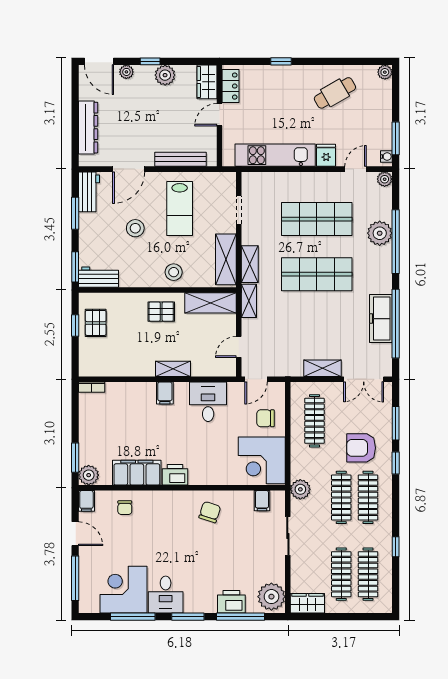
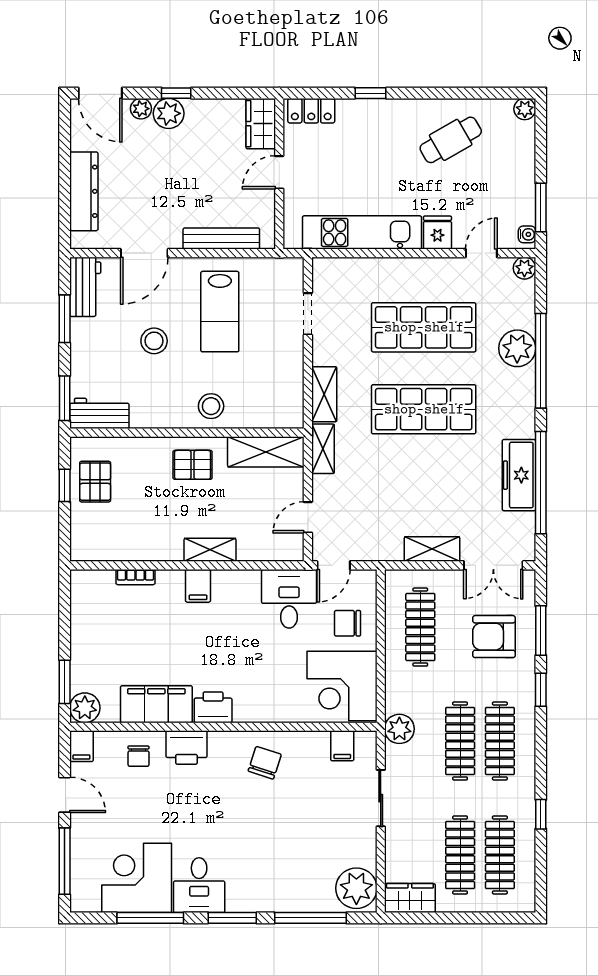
plant: (165, 75) -> (169, 113), moved
locker: (231, 86) -> (311, 111), moved, turned 90
shelving: (226, 259) -> (289, 387), removed
bookcase: (92, 387) -> (136, 577), moved
desk: (208, 402) -> (289, 599), moved
armchair: (361, 448) -> (494, 637), moved
printer: (231, 602) -> (186, 747), moved, turned 180

